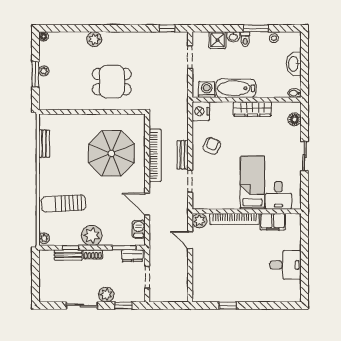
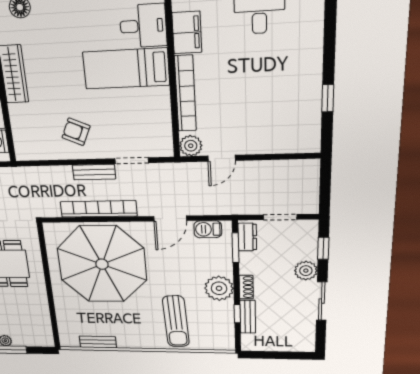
nightstand: (201, 111) -> (28, 149), removed
parasol: (111, 153) -> (102, 264), width x1.36, depth x1.36
plant: (44, 238) -> (225, 344), removed

